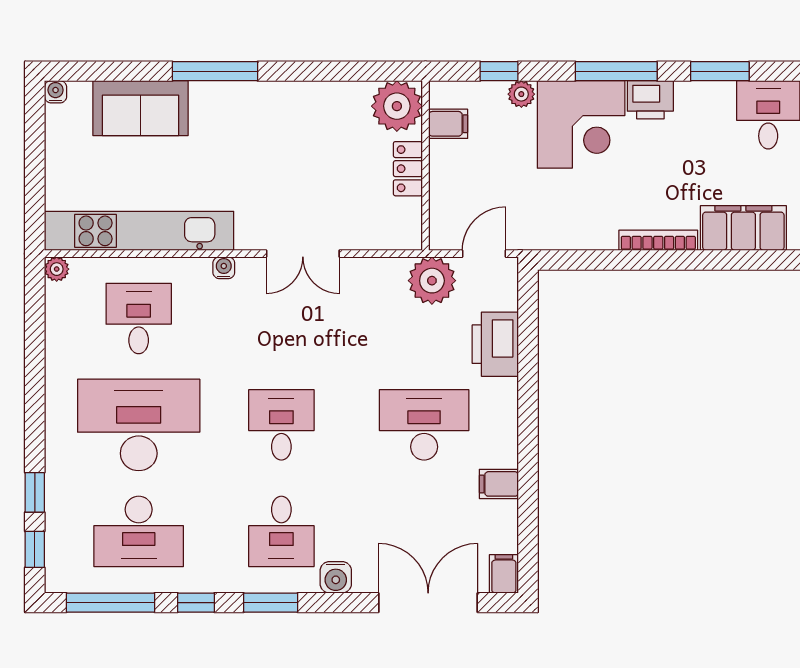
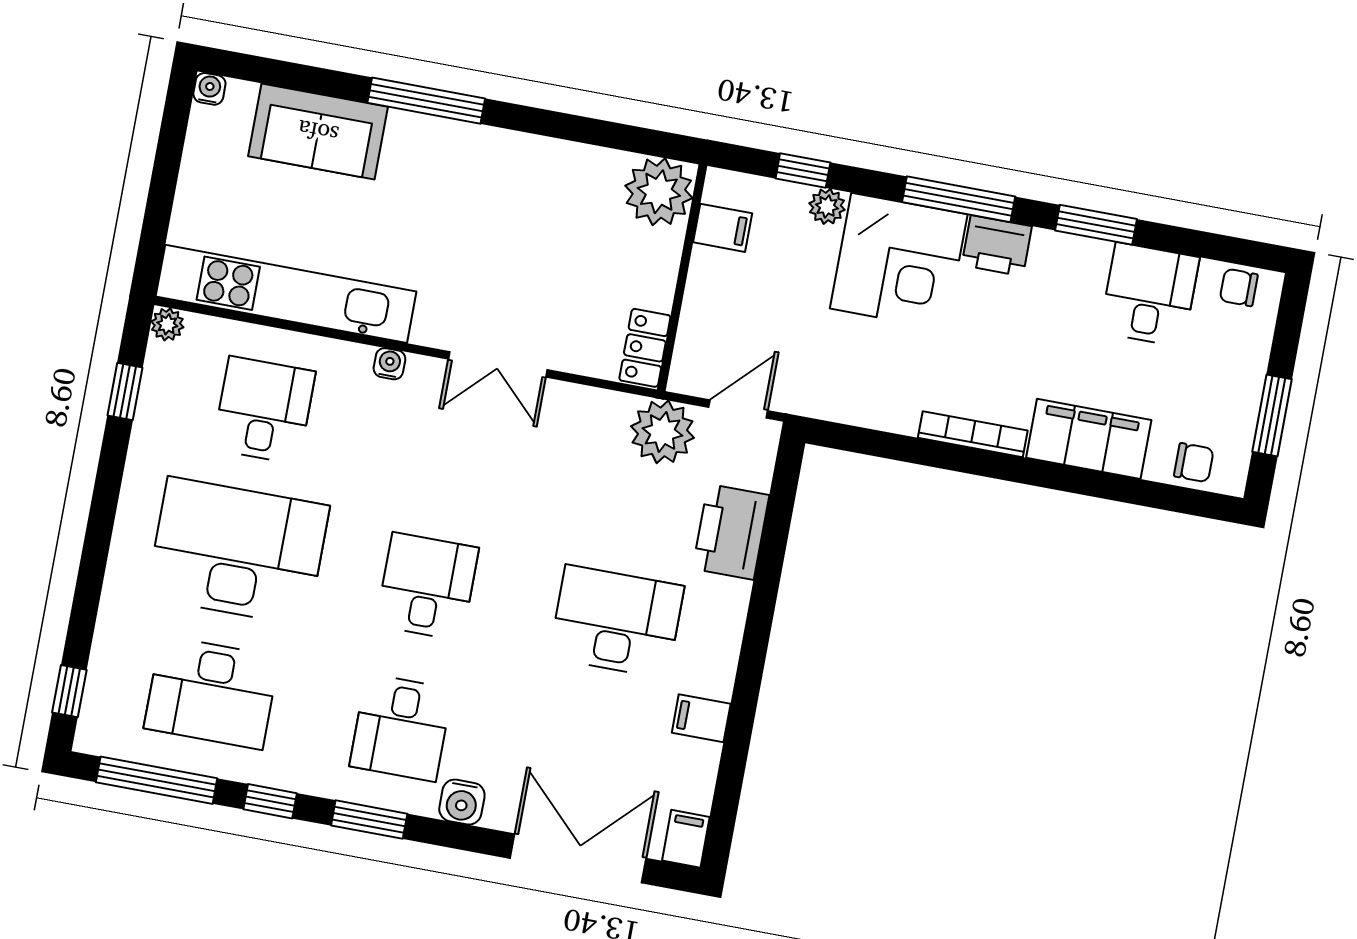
locker: (408, 169) -> (645, 348), moved
window: (35, 492) -> (125, 391), moved

